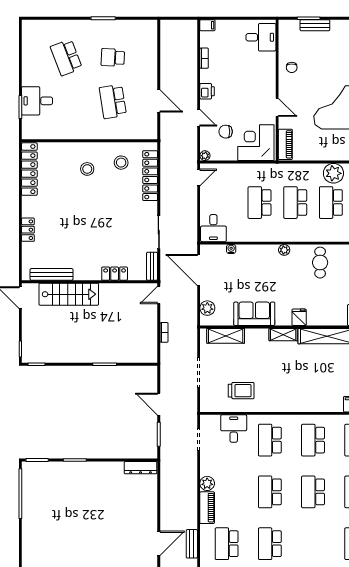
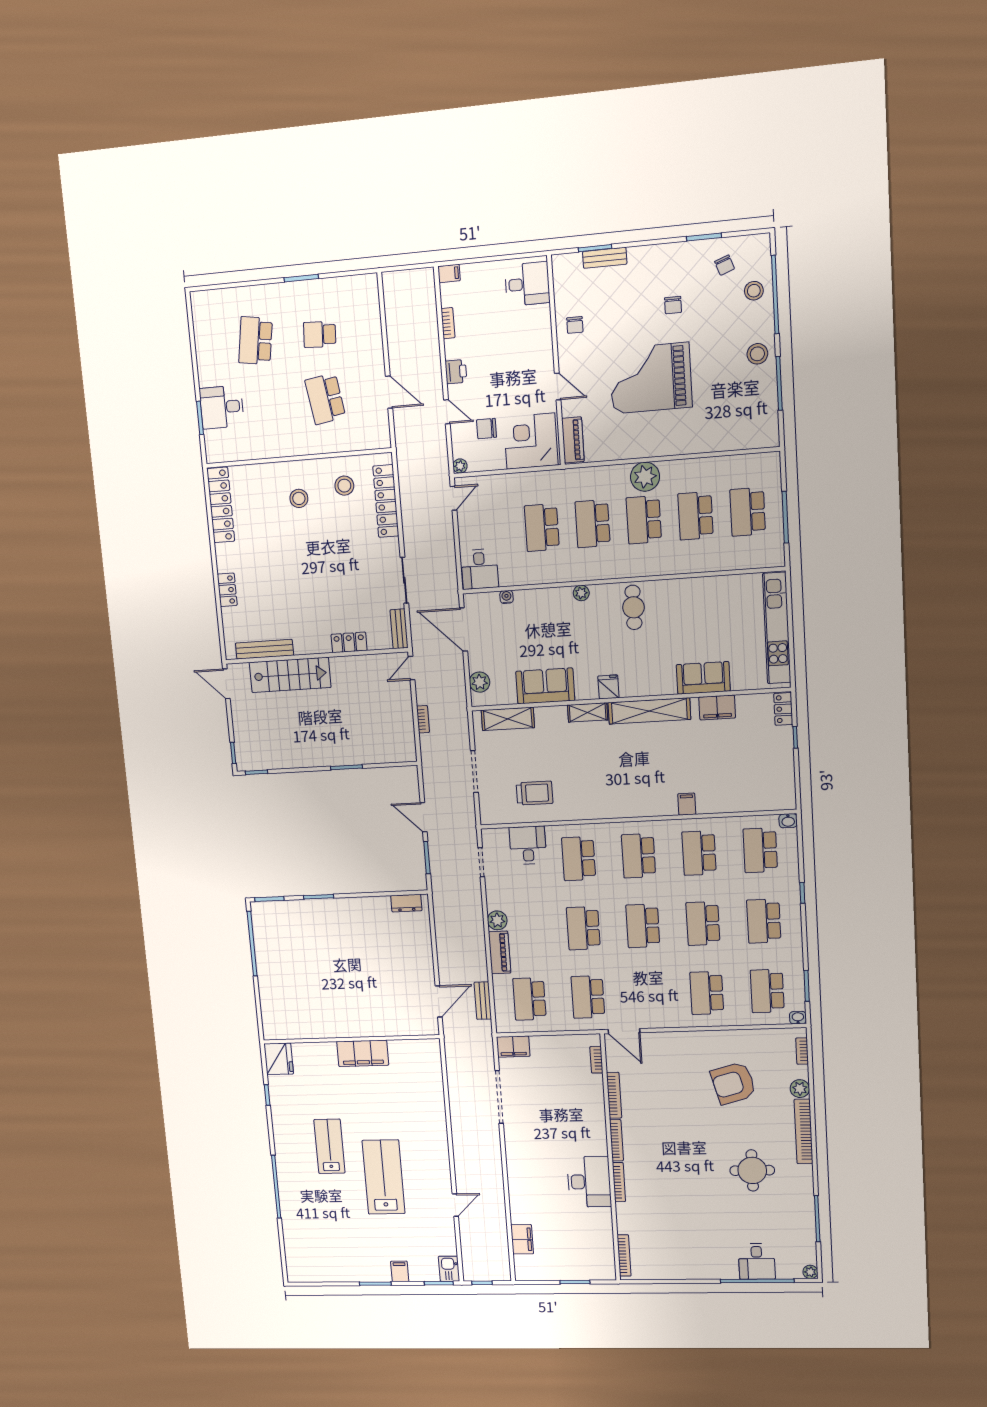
school desk: (66, 57) -> (255, 341), turned 30
dresser: (141, 468) -> (406, 903), width x0.70

